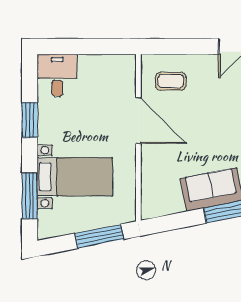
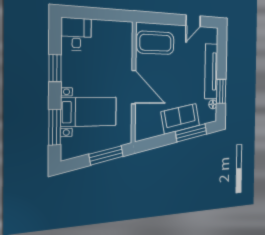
coffee table: (171, 81) -> (155, 43), width x1.86, depth x1.72
door: (138, 120) -> (134, 87), moved

